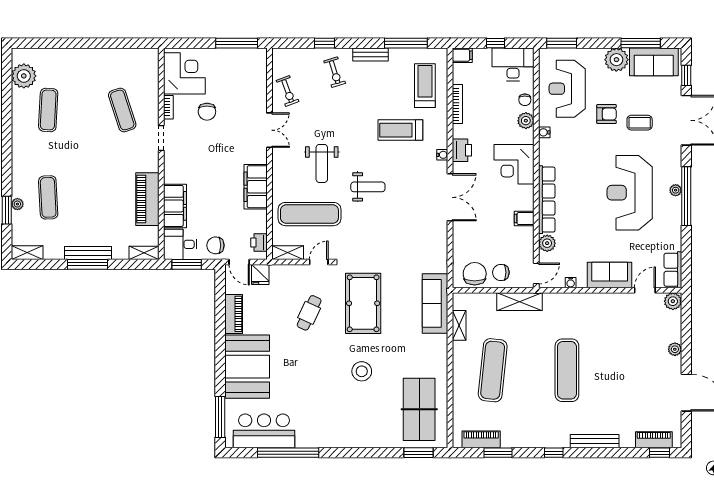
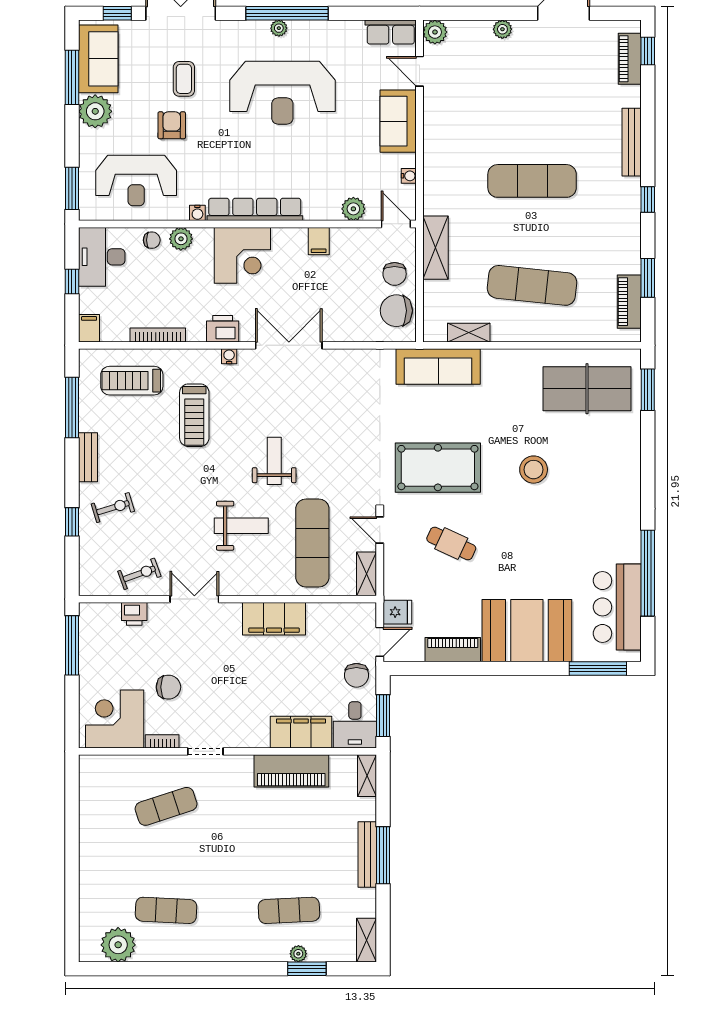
row of seats: (547, 200) -> (255, 209), moved
printer: (259, 242) -> (134, 614), moved

